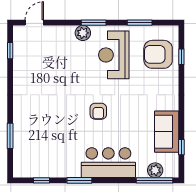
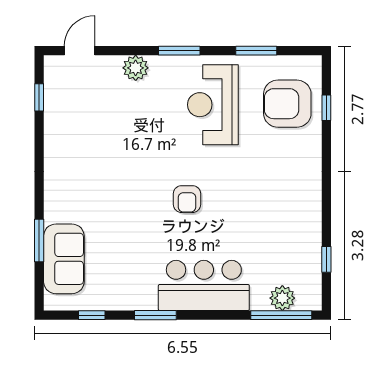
plant: (83, 33) -> (136, 68), moved
sofa: (167, 132) -> (64, 259), moved, turned 180

